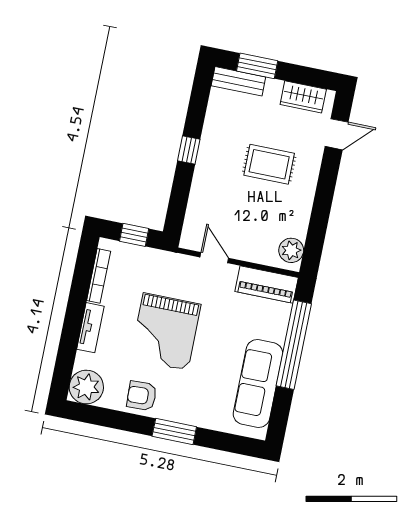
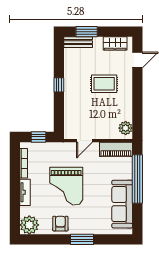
door: (214, 258) -> (85, 141), swing flipped
armchair: (142, 396) -> (60, 224), turned 92

